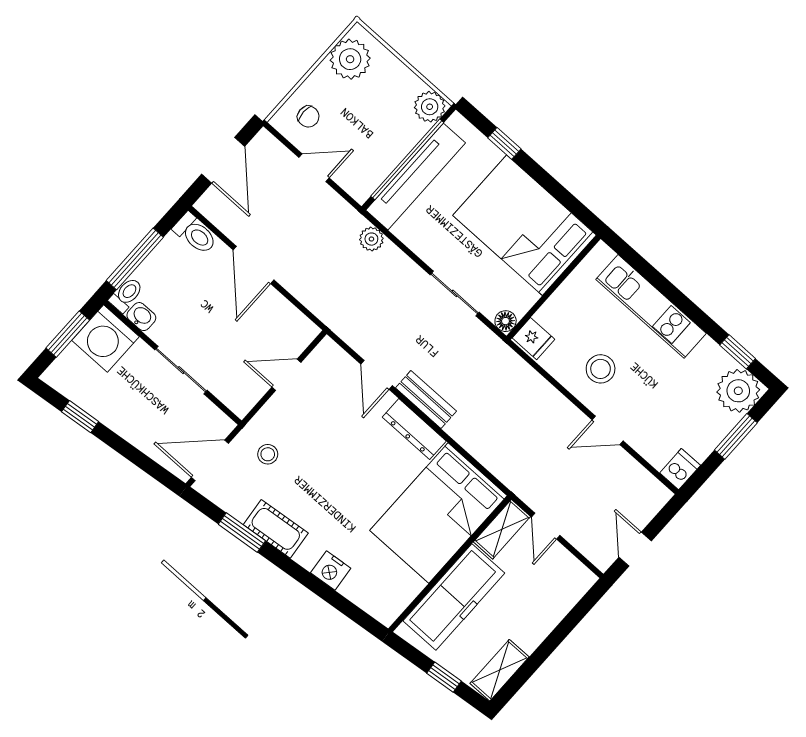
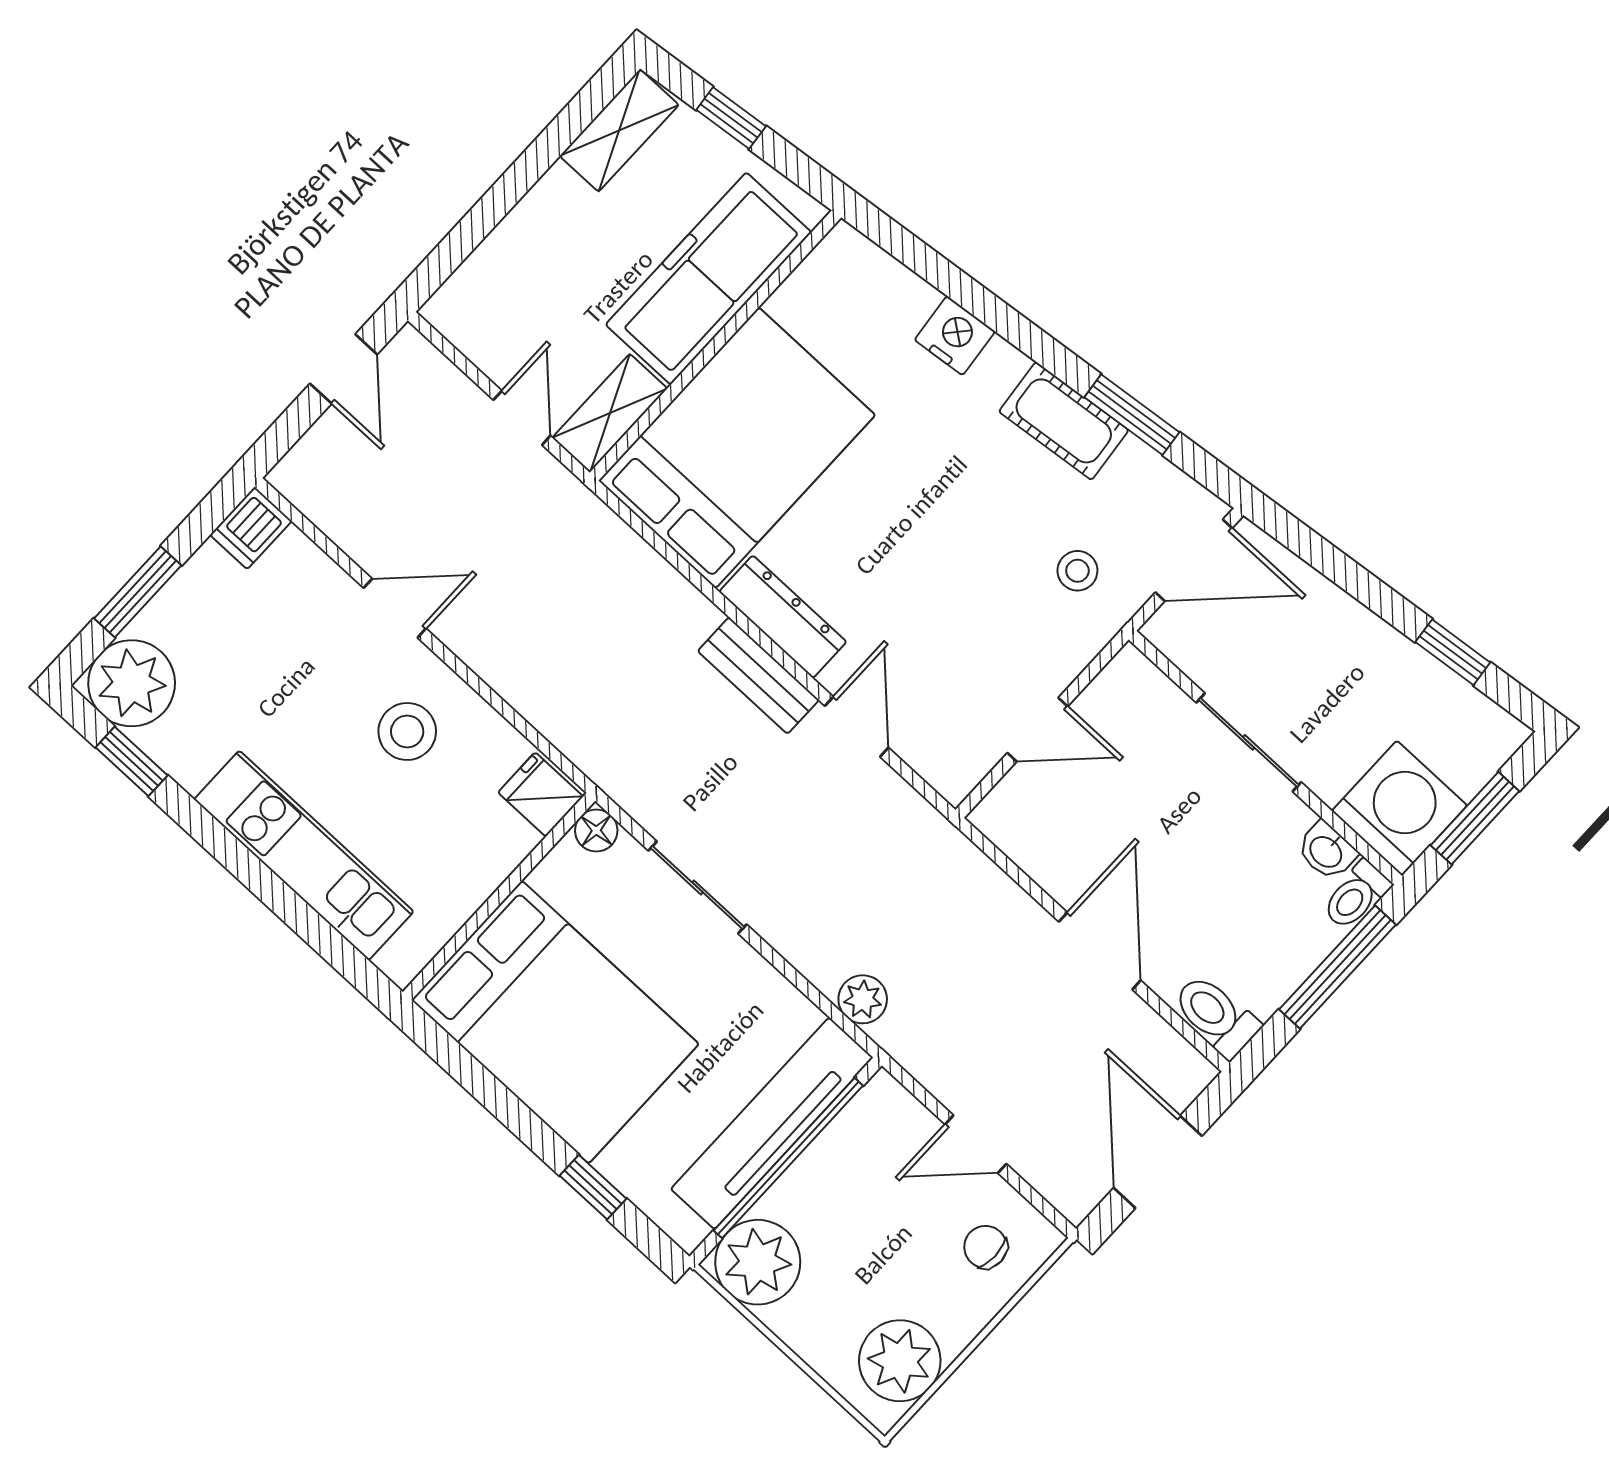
plant: (430, 107) -> (758, 1262), width x1.36, depth x1.36

